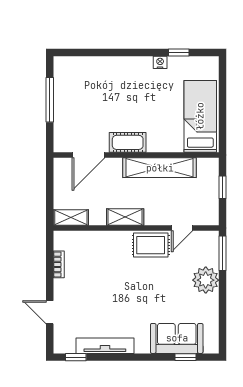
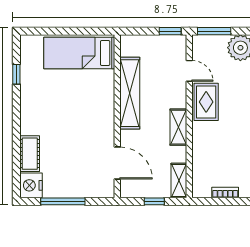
nightstand: (160, 62) -> (31, 185), moved, width x1.89, depth x1.79
cot: (128, 142) -> (30, 154), moved
window: (223, 187) -> (170, 31), moved
window: (50, 193) -> (154, 201), added

